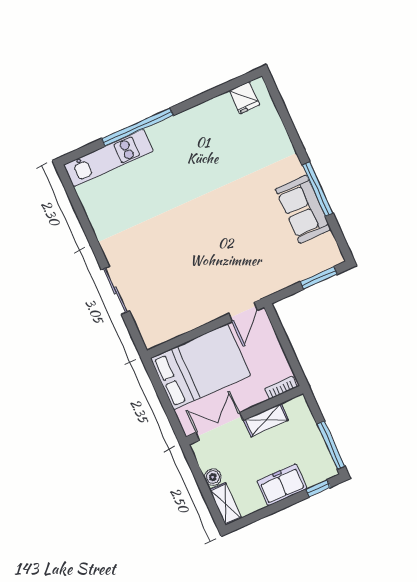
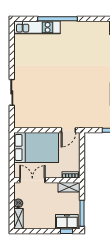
shelving: (266, 420) -> (69, 187), moved
freezer: (282, 485) -> (67, 222), moved

